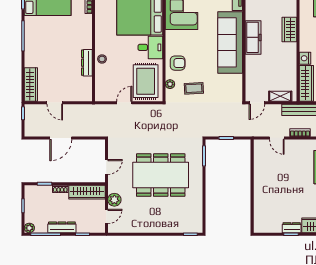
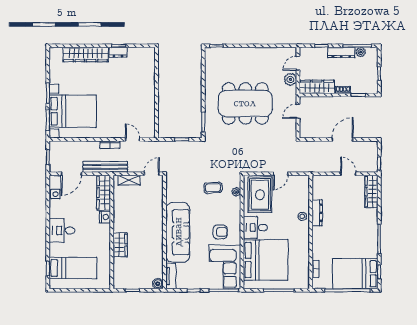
freezer: (253, 37) -> (155, 237), removed
armchair: (178, 63) -> (220, 232), moved, turned 180
plant: (29, 228) -> (361, 52), moved

